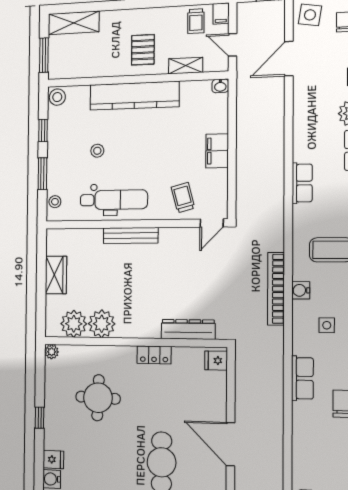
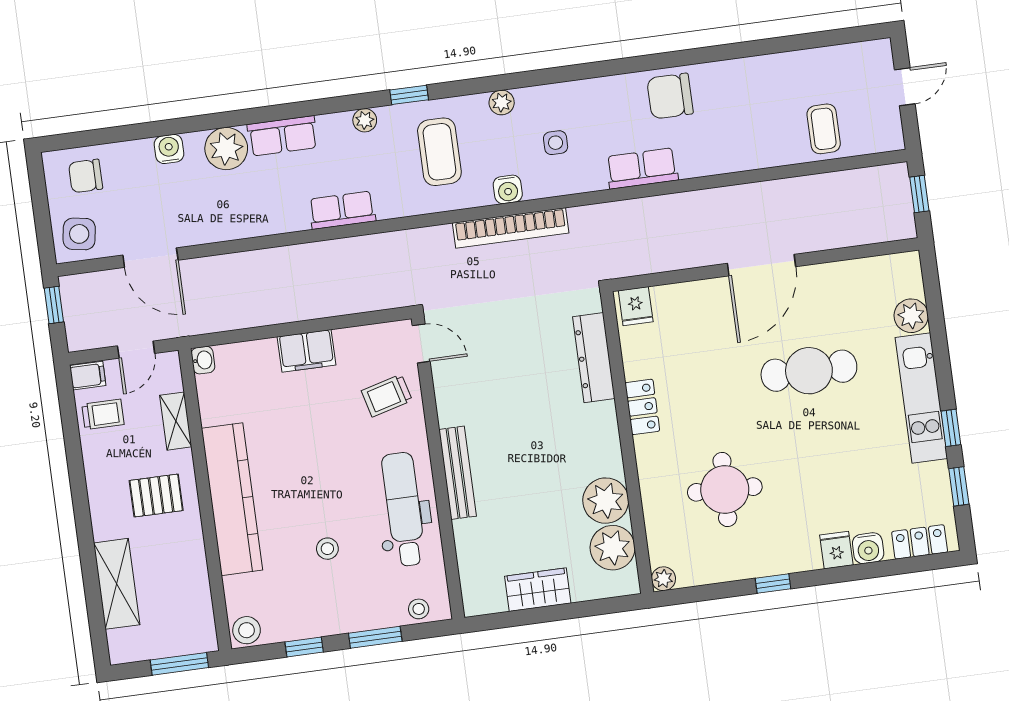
shelving: (74, 23) -> (117, 584), moved

